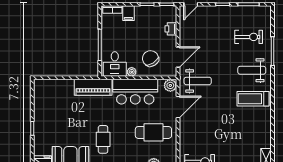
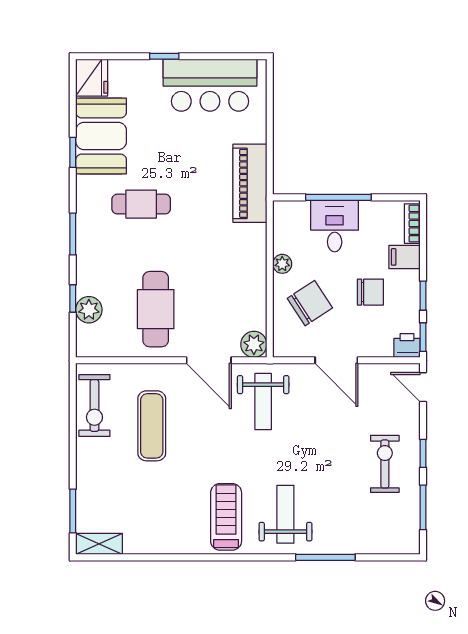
printer: (171, 29) -> (407, 345), moved
chair: (145, 30) -> (370, 292), added
exercise bike: (249, 37) -> (385, 464), moved, turned 180
door: (178, 57) -> (336, 360), moved
desk: (115, 64) -> (335, 226), moved, turned 90
bar counter: (135, 92) -> (210, 85), moved, turned -90
exercise mat: (209, 134) -> (152, 426), added

